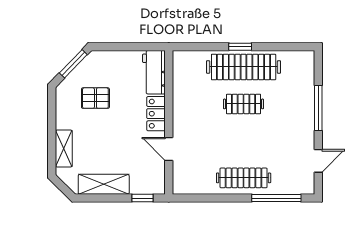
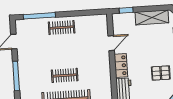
door: (169, 149) -> (111, 43), hinge flipped
clothes rail: (244, 178) -> (62, 28), width x0.73

